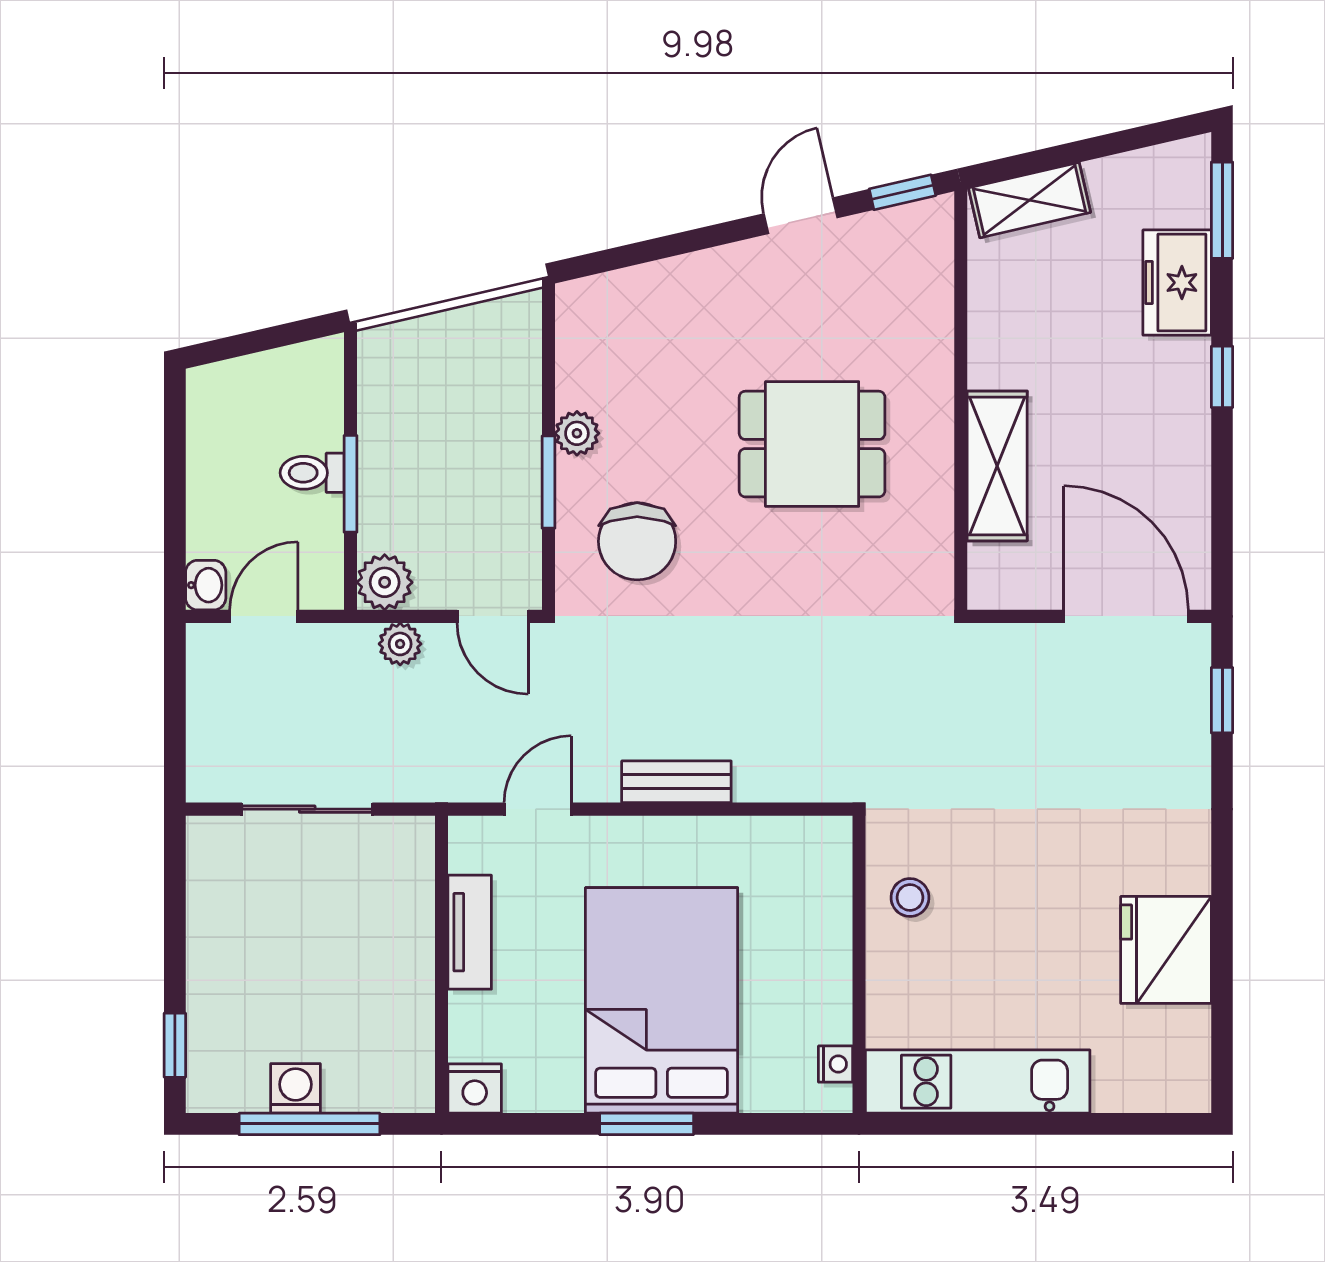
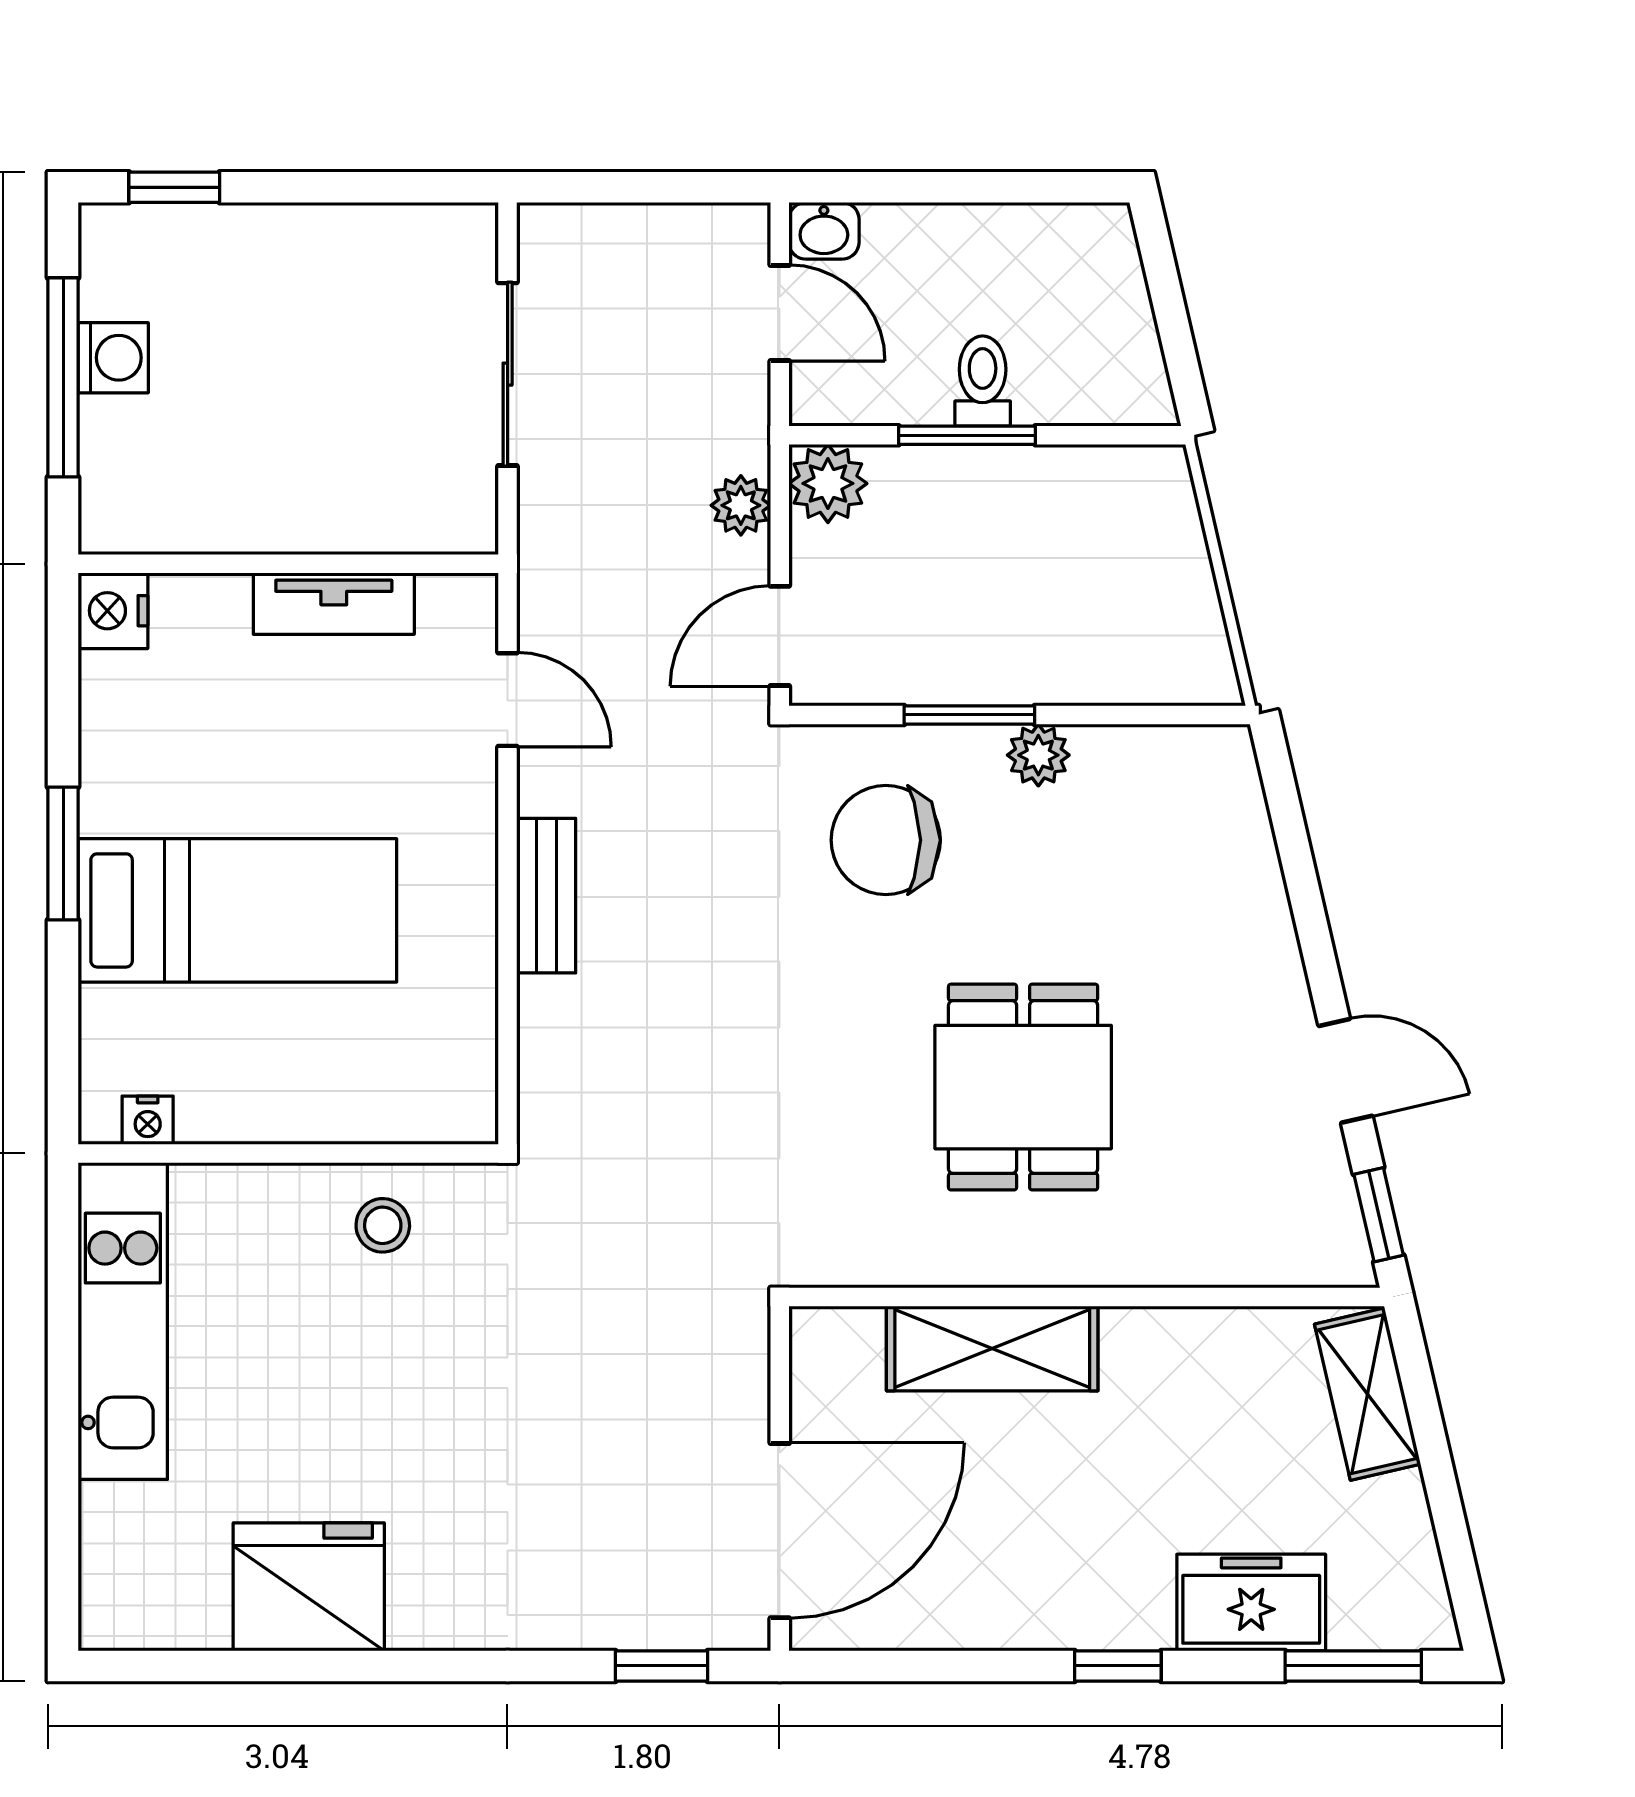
bed: (662, 1000) -> (237, 910), width x0.67

